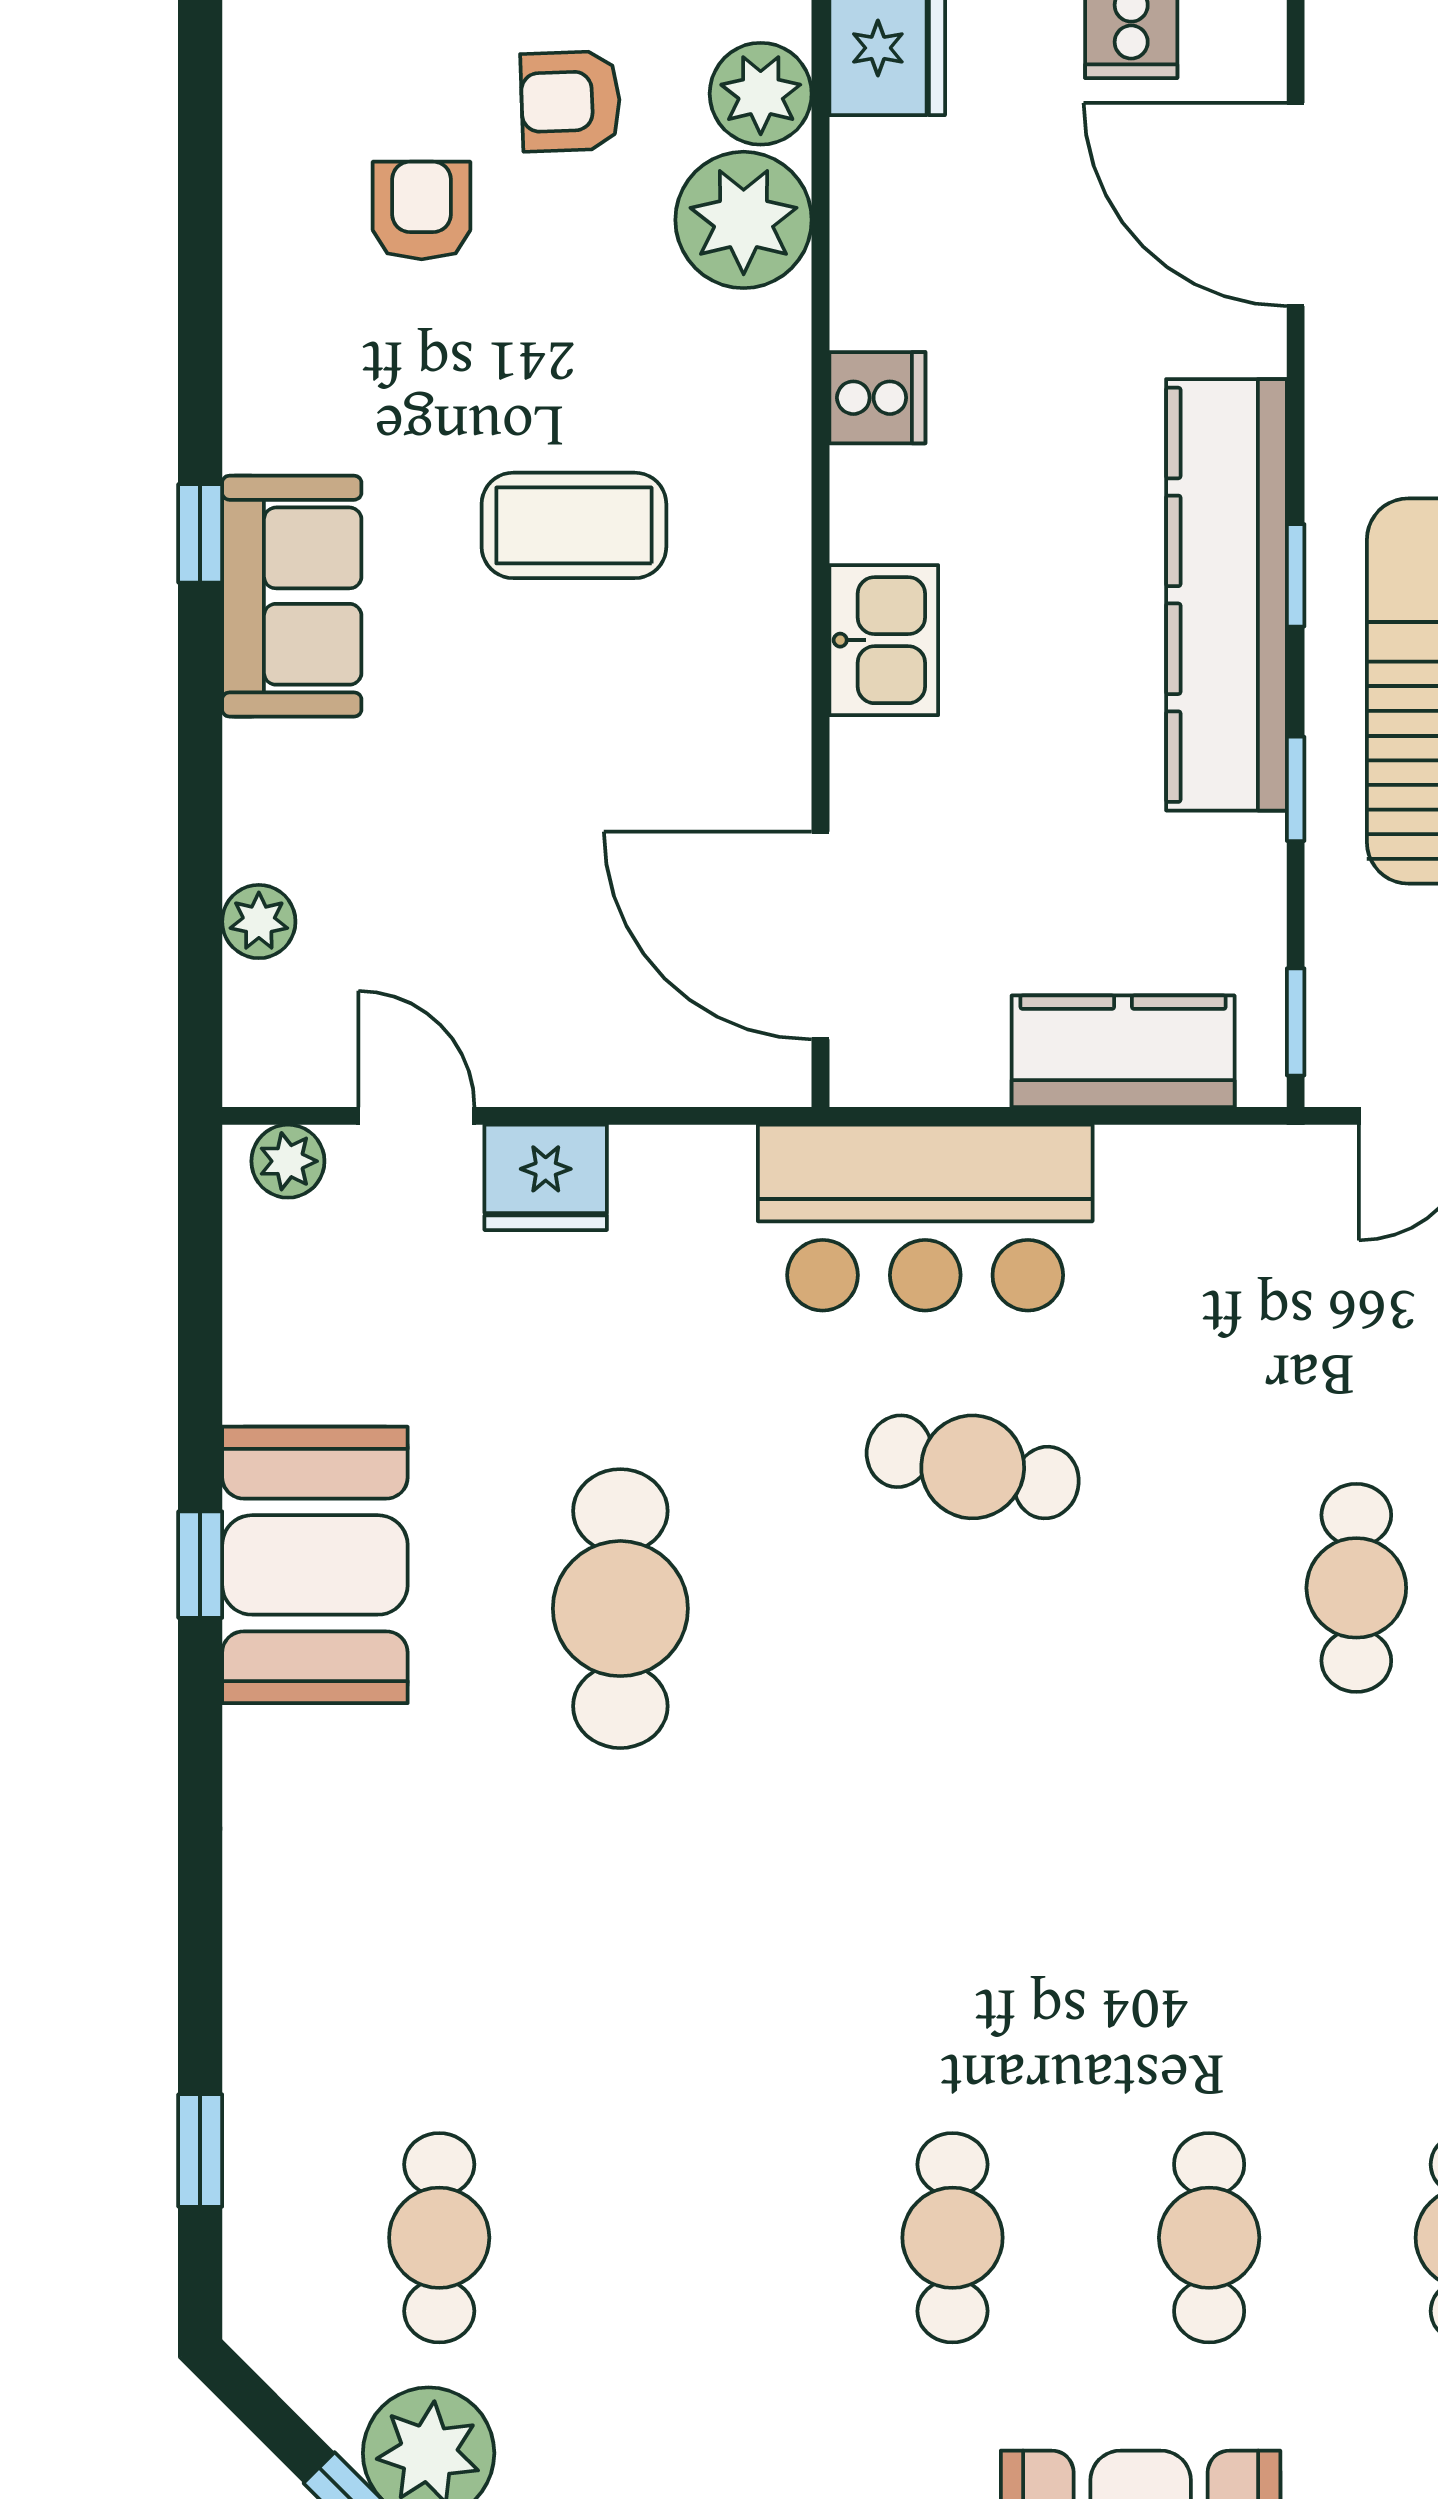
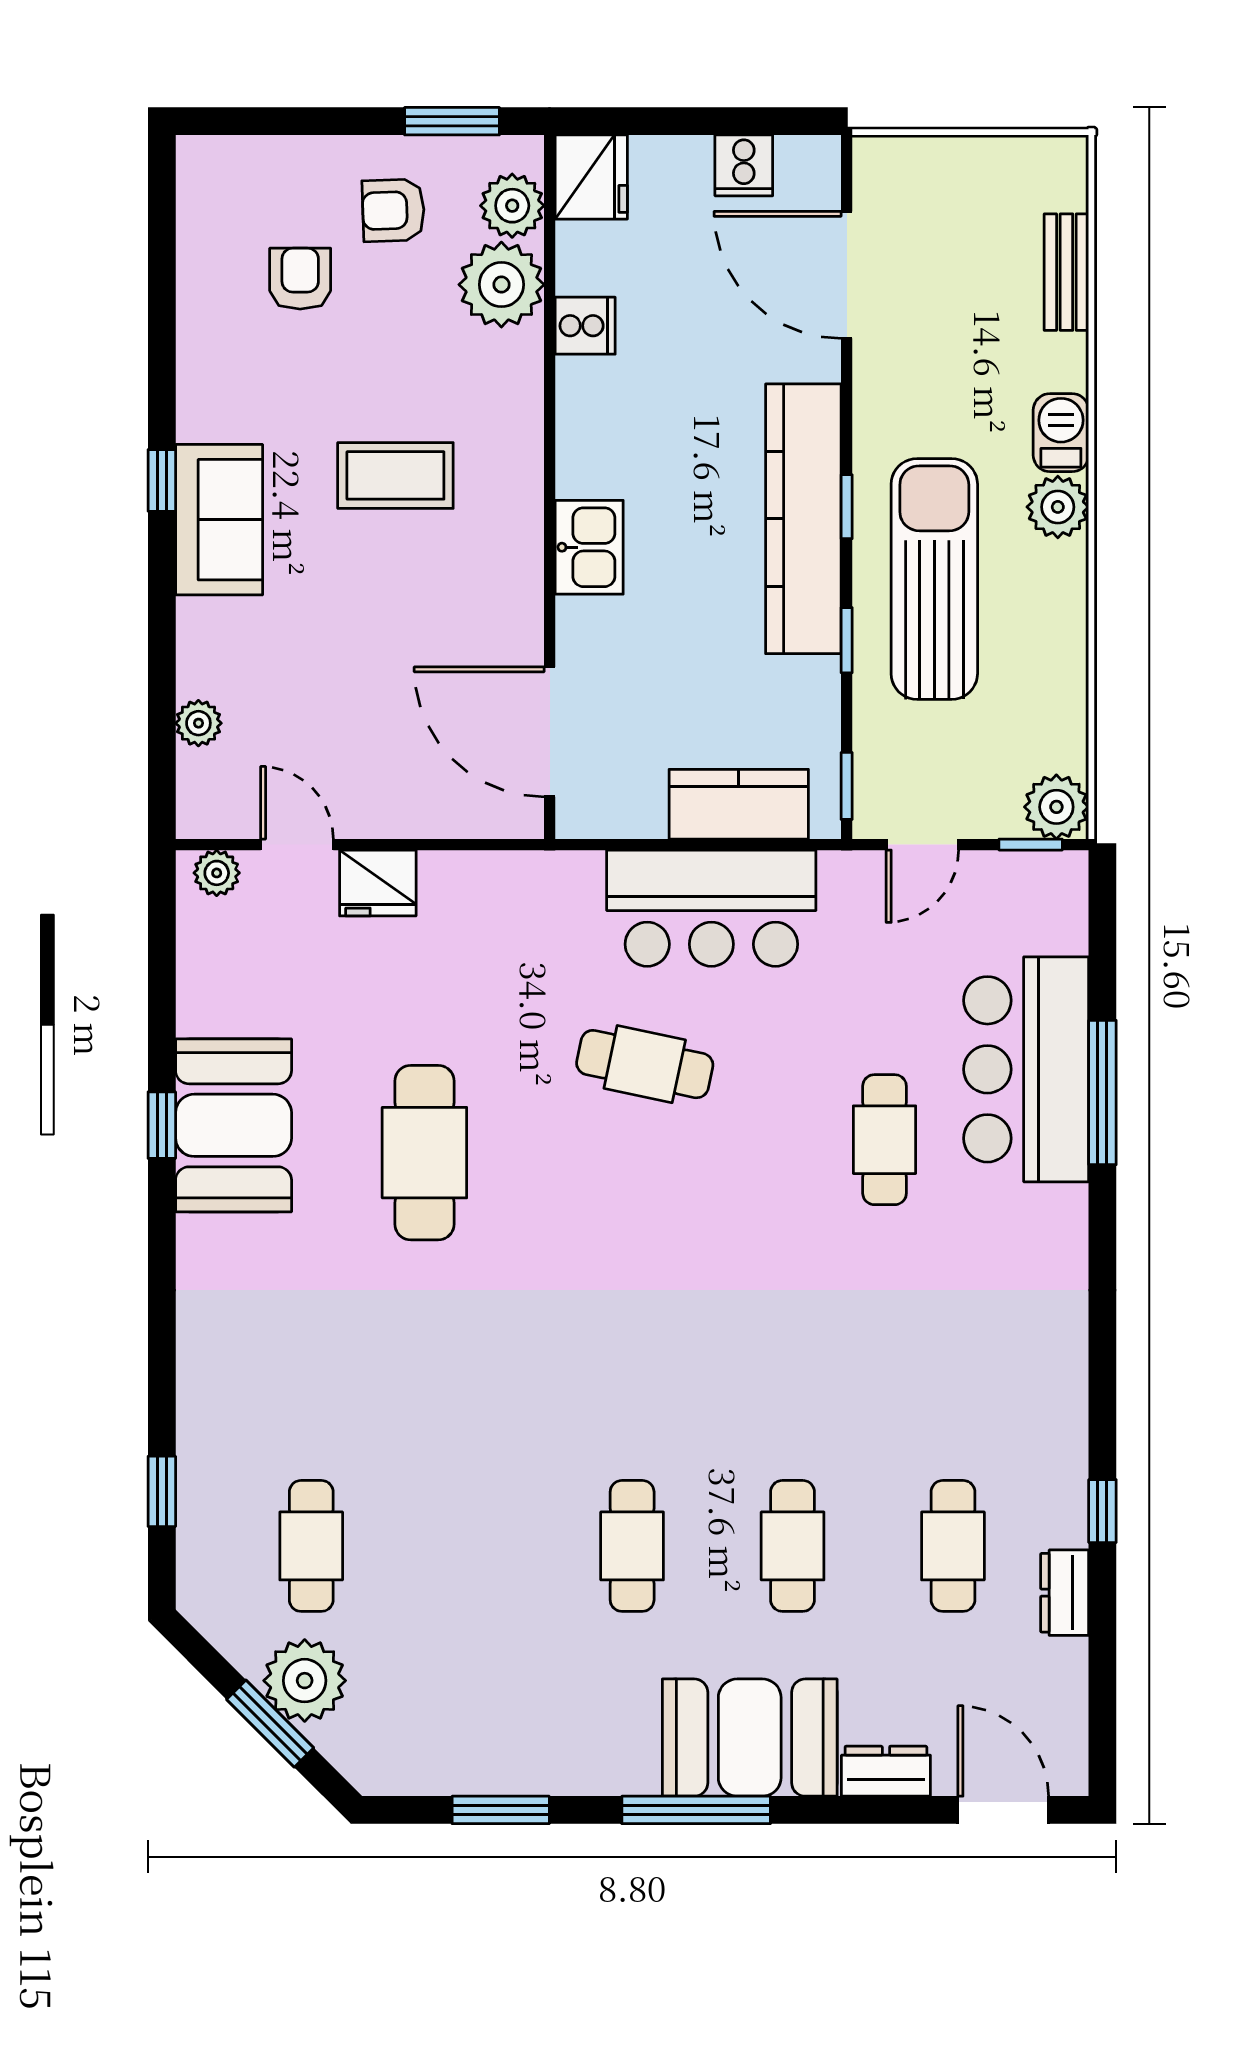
cooker: (877, 398) -> (585, 326), moved
bar counter: (925, 1218) -> (711, 908), moved

